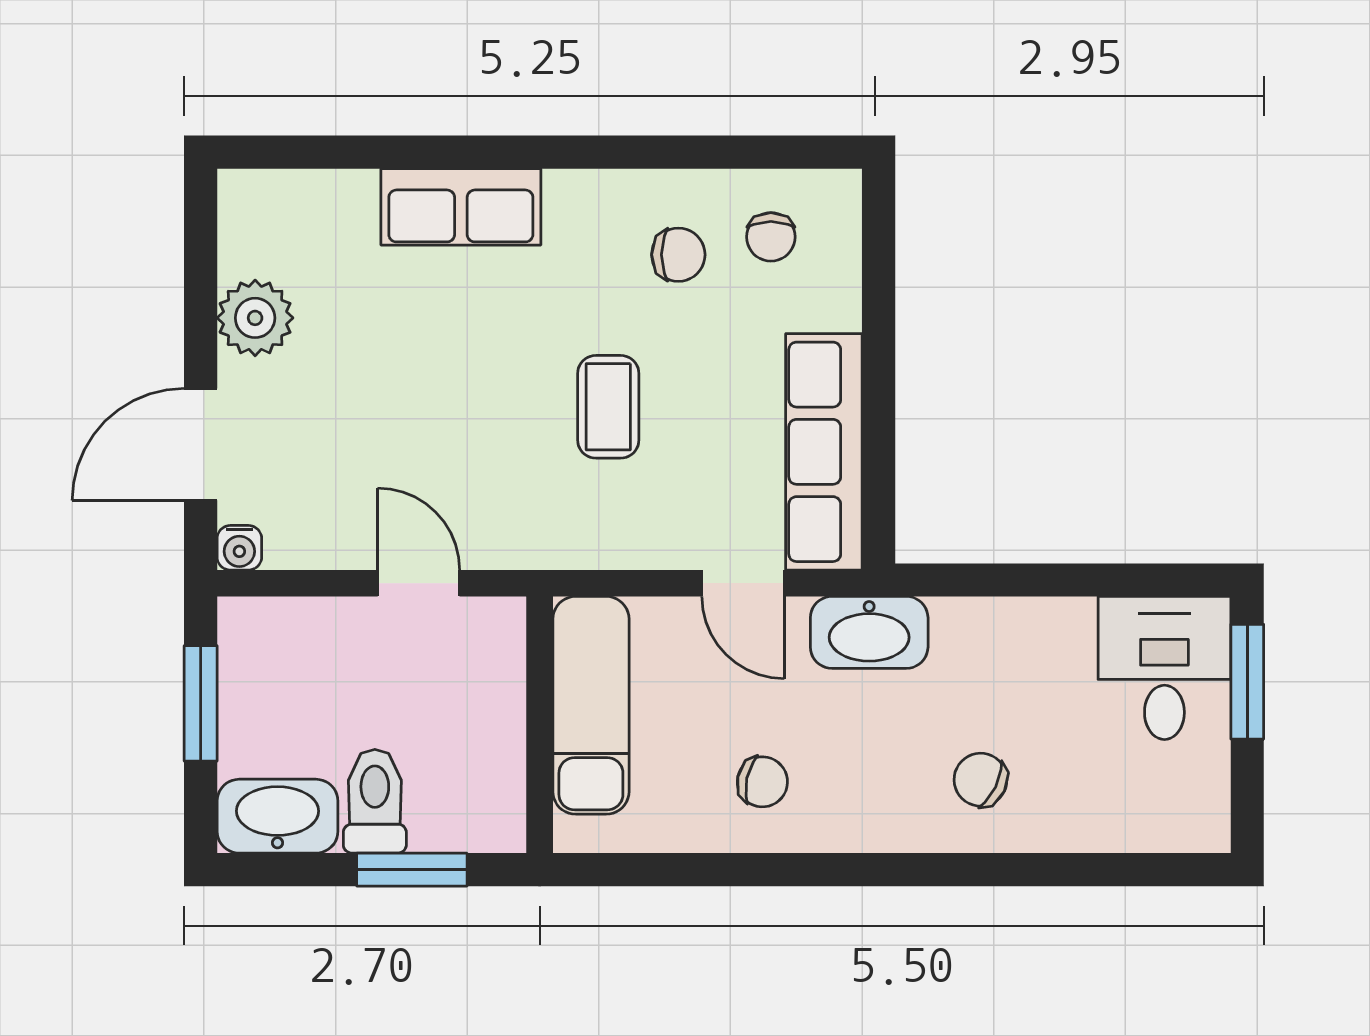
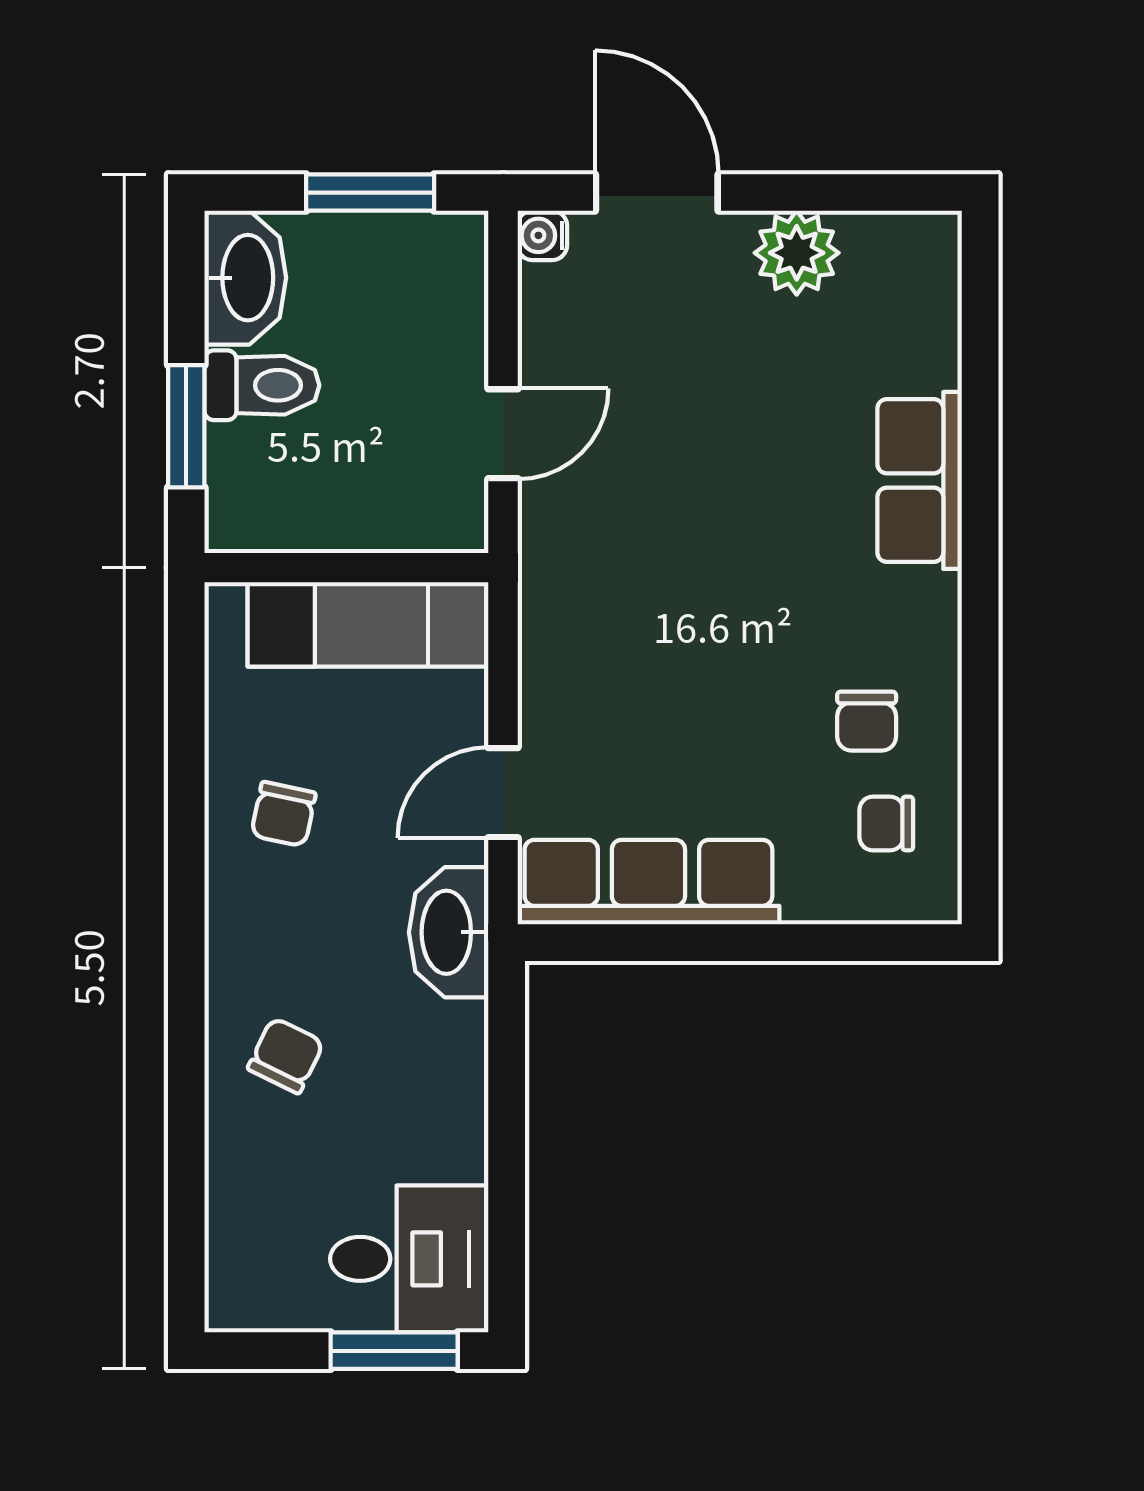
coffee table: (608, 407) -> (698, 644), removed

